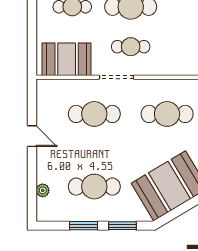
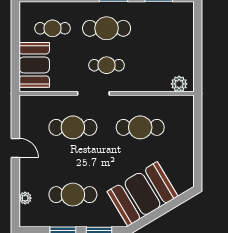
booth: (67, 59) -> (34, 65), moved, turned 90

